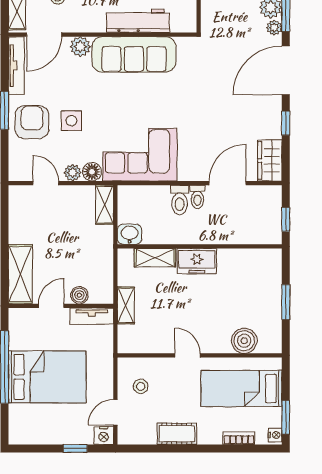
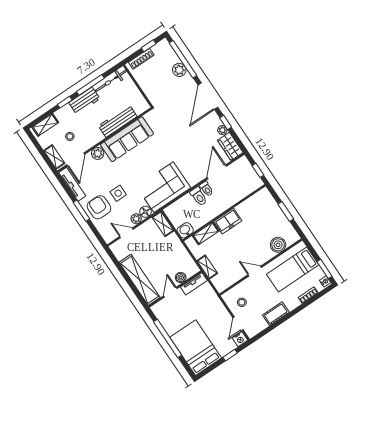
plant: (274, 28) -> (222, 130), moved
shelving: (20, 274) -> (140, 280), width x1.47
bed: (47, 377) -> (196, 348), moved, turned -90

